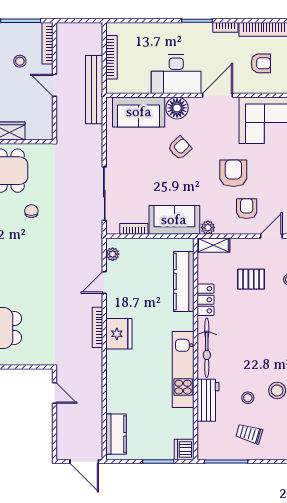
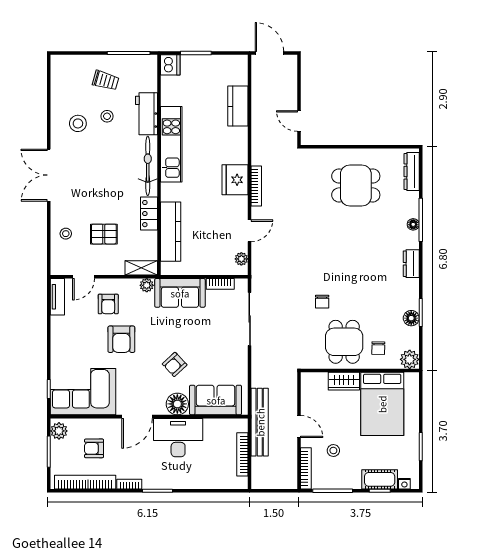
kitchen counter: (116, 434) -> (238, 106), moved

